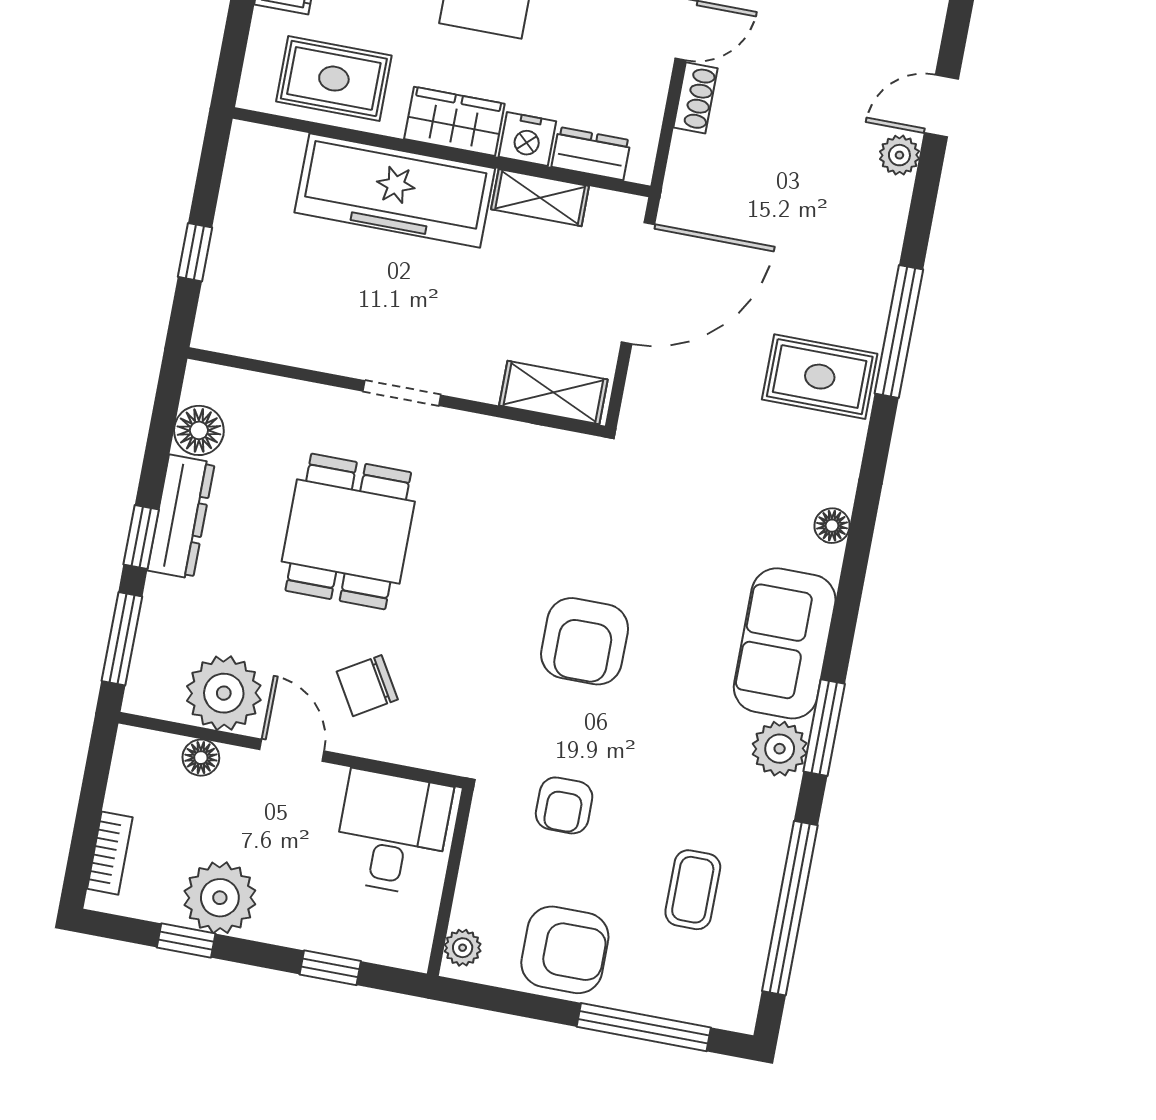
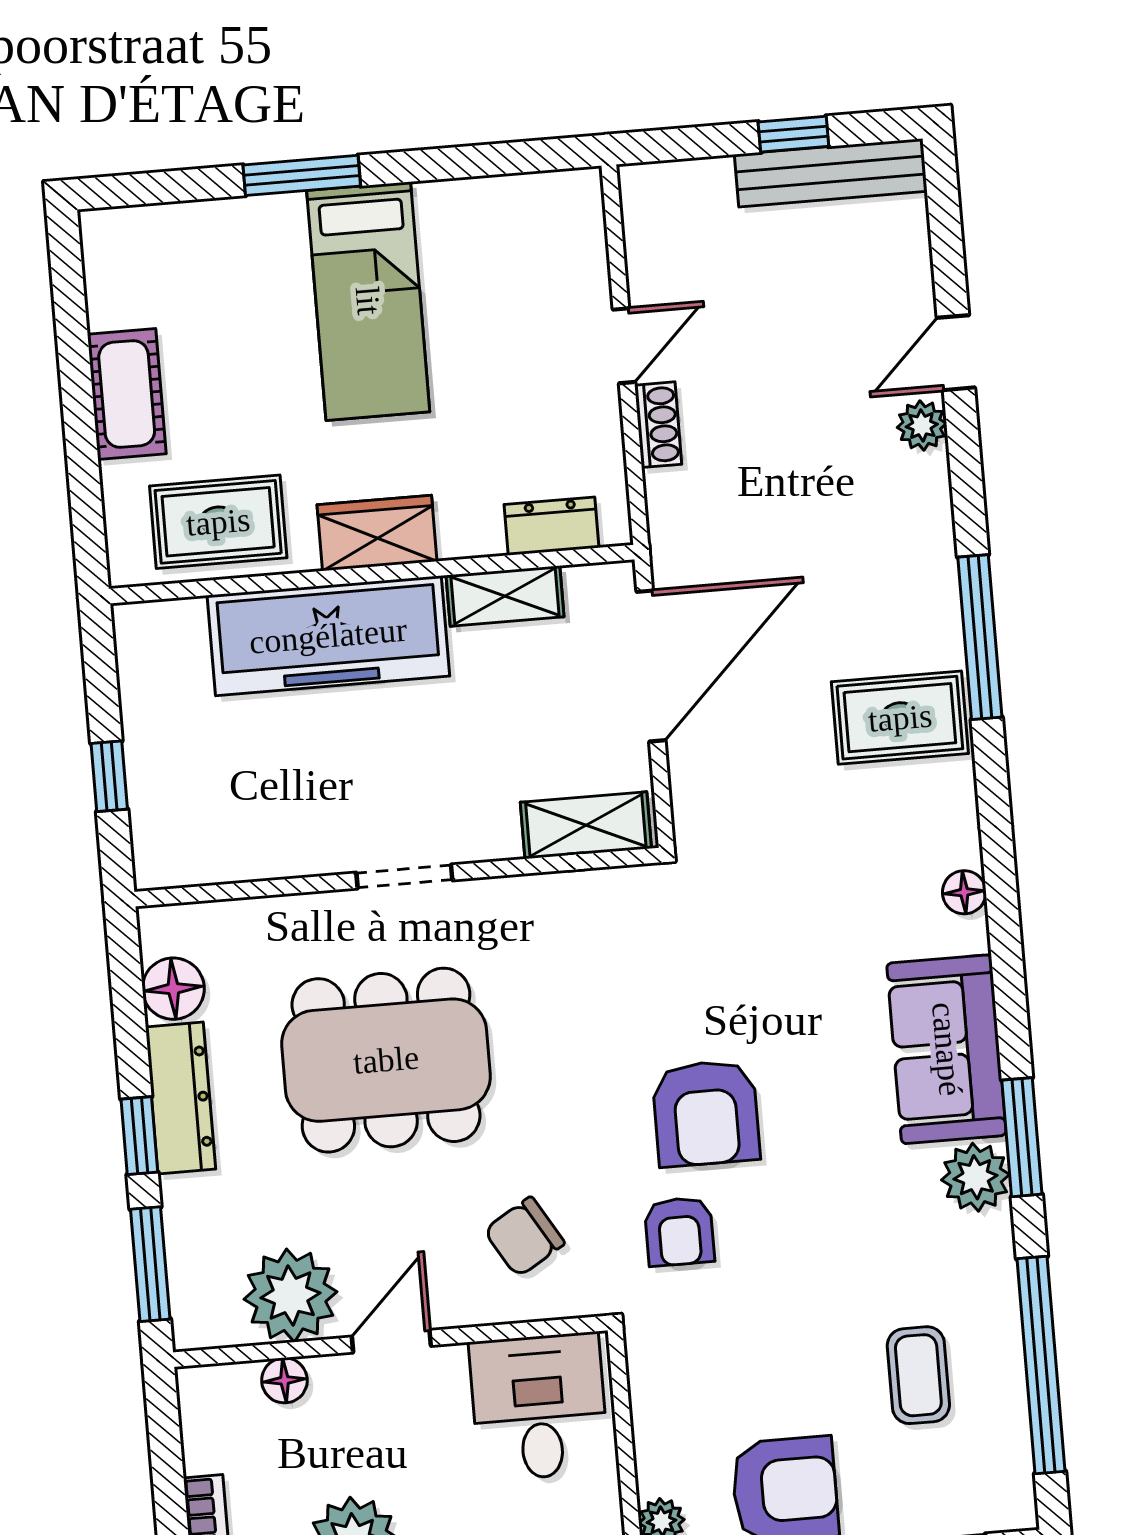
nightstand: (527, 139) -> (470, 530), removed
dining table: (348, 531) -> (386, 1060), width x1.37
chair: (367, 686) -> (524, 1237), moved
door: (292, 750) -> (391, 1341), hinge flipped
armchair: (564, 805) -> (679, 1231), moved

